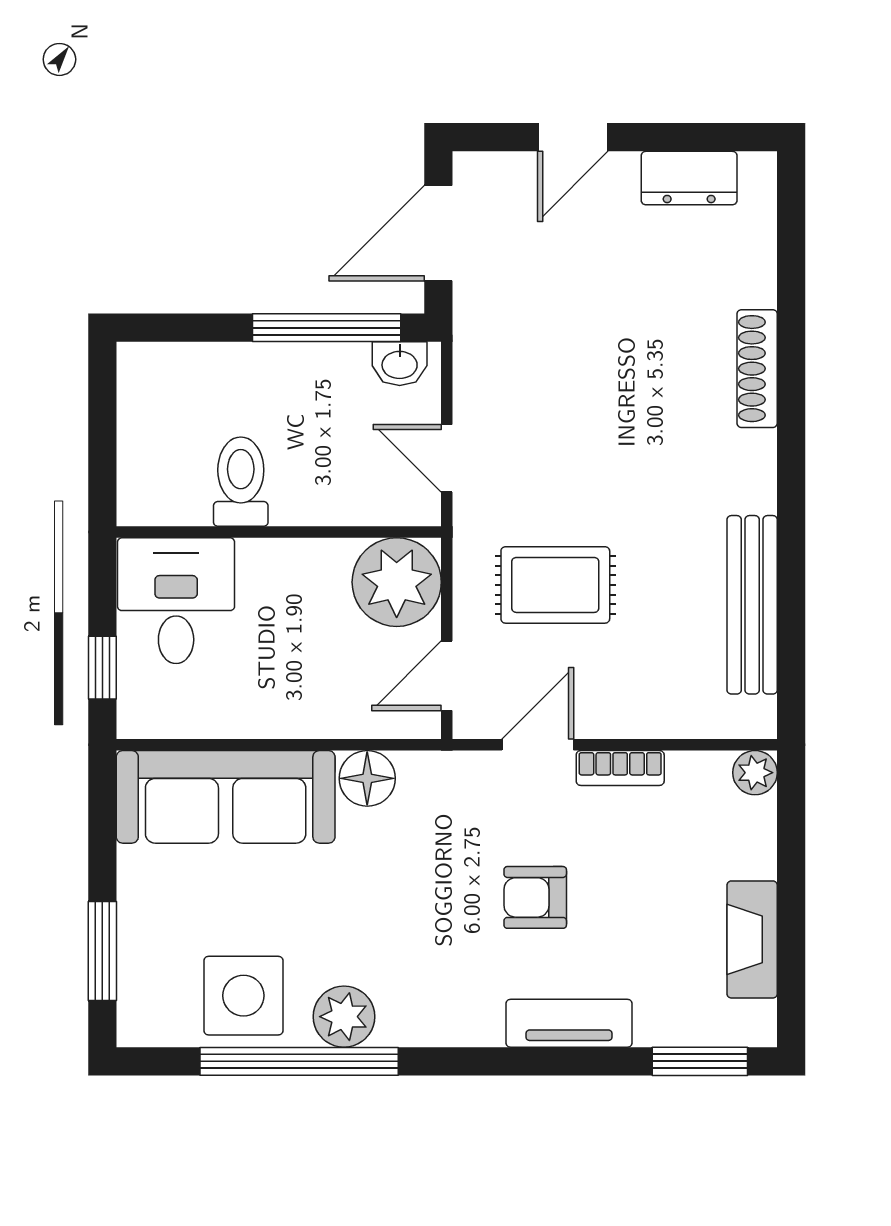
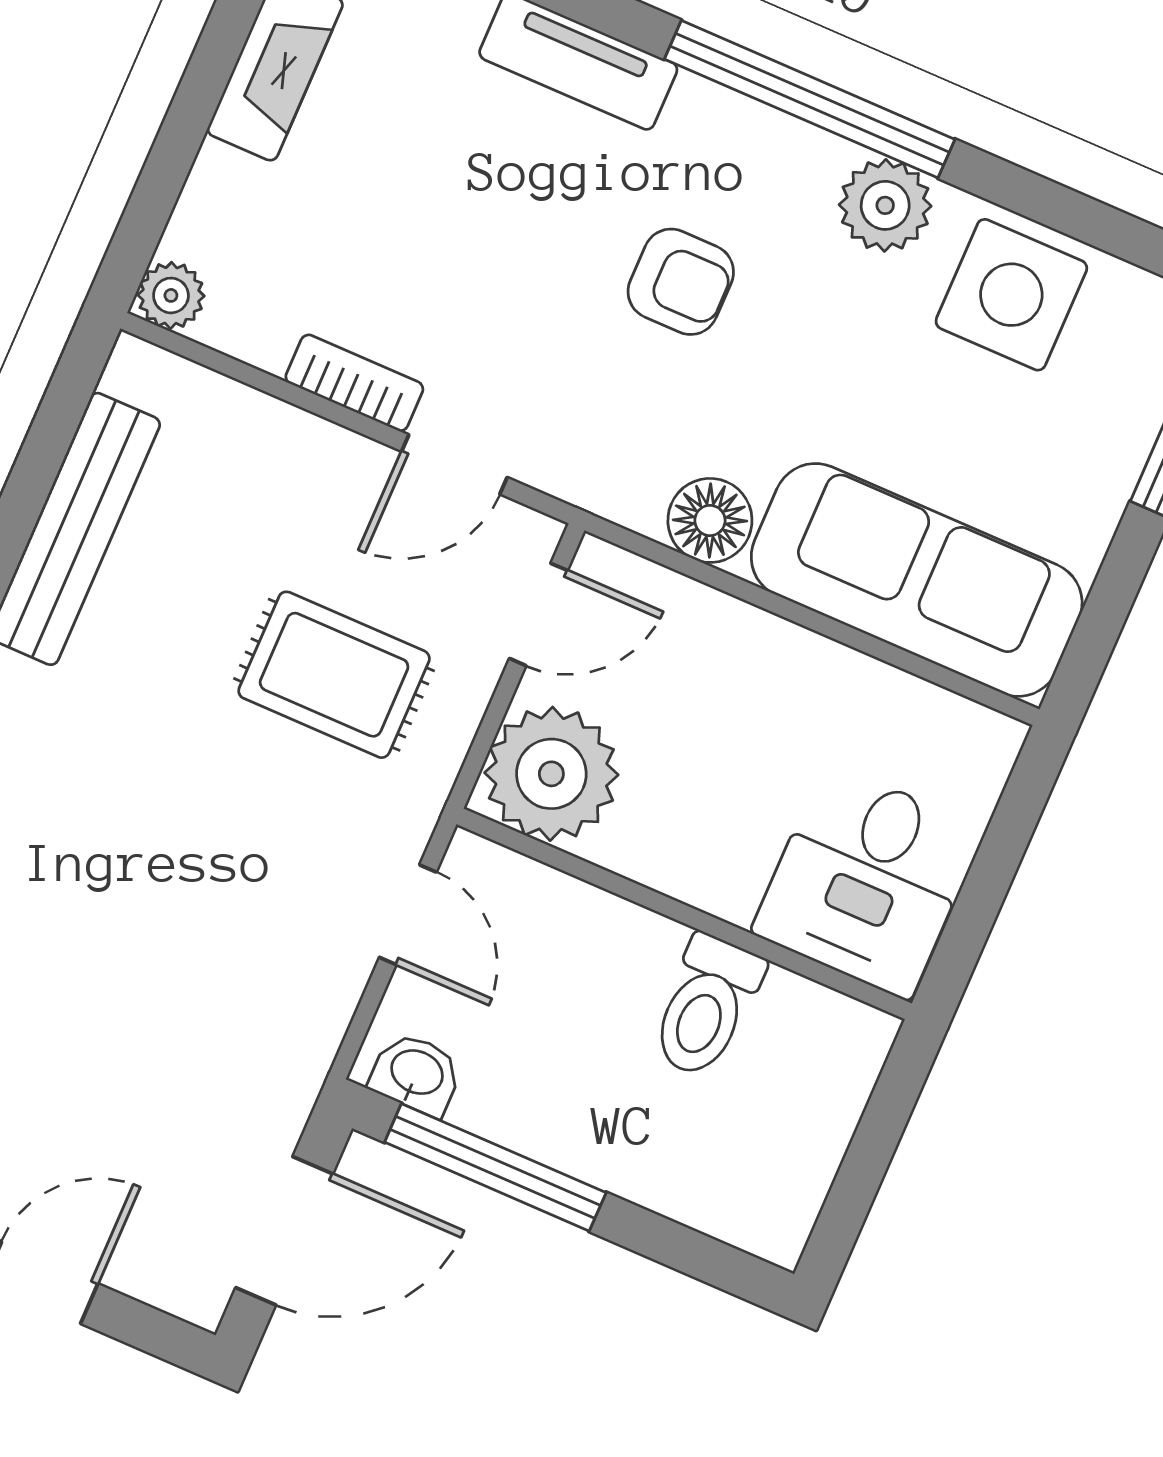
window: (102, 668) -> (1009, 832), removed
armchair: (535, 897) -> (681, 282), moved
window: (299, 1061) -> (810, 99), moved

